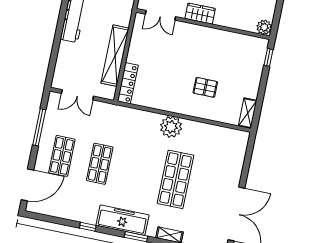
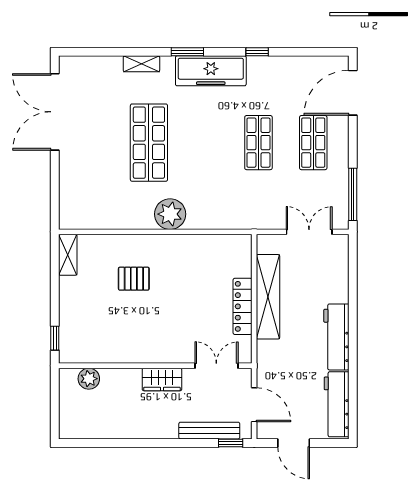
plant: (264, 27) -> (89, 379), moved
locker: (128, 83) -> (242, 306), moved
window: (39, 127) -> (353, 194), moved

